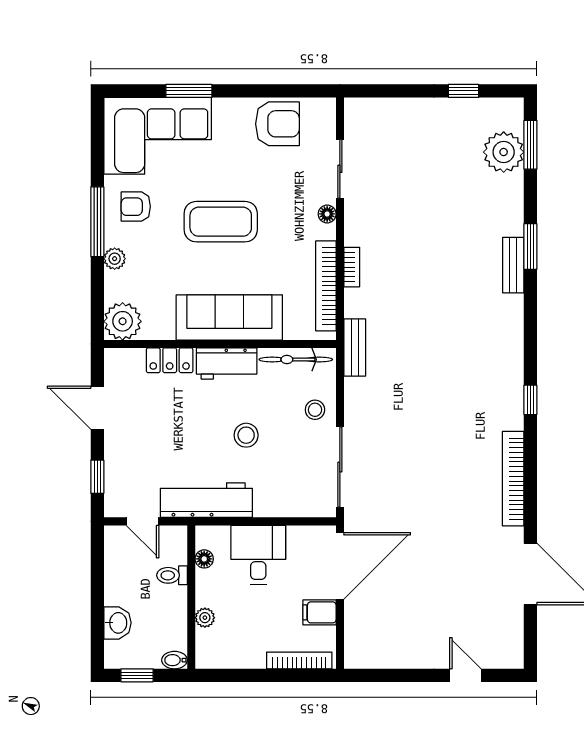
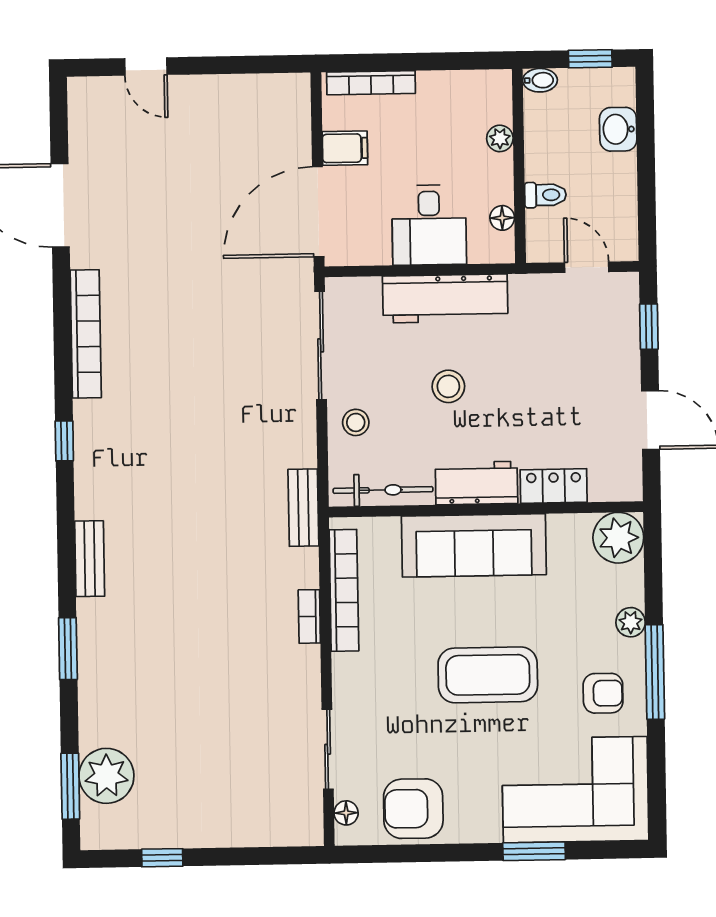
floor lamp: (327, 214) -> (346, 813), moved
bench: (513, 265) -> (90, 559), moved
workbench: (206, 500) -> (445, 298), moved

